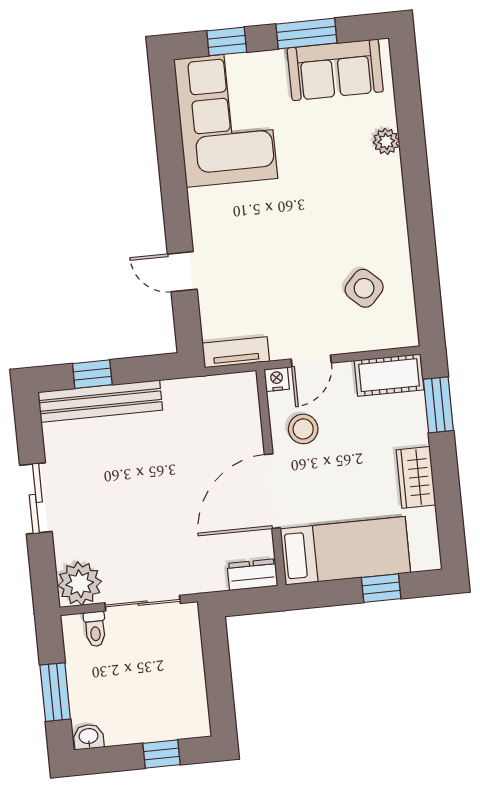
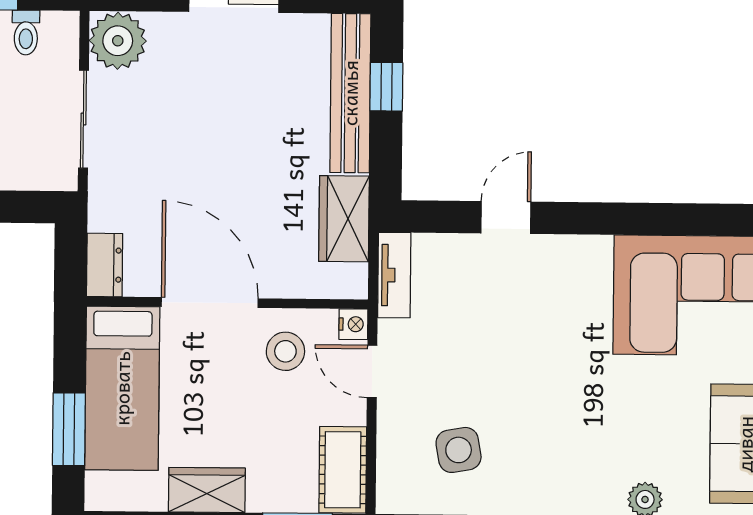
side table: (364, 288) -> (459, 450), turned 37
wardrobe: (197, 395) -> (344, 219), added
window: (381, 588) -> (69, 429), width x1.50
toilet: (95, 629) -> (26, 33), moved, turned -90

